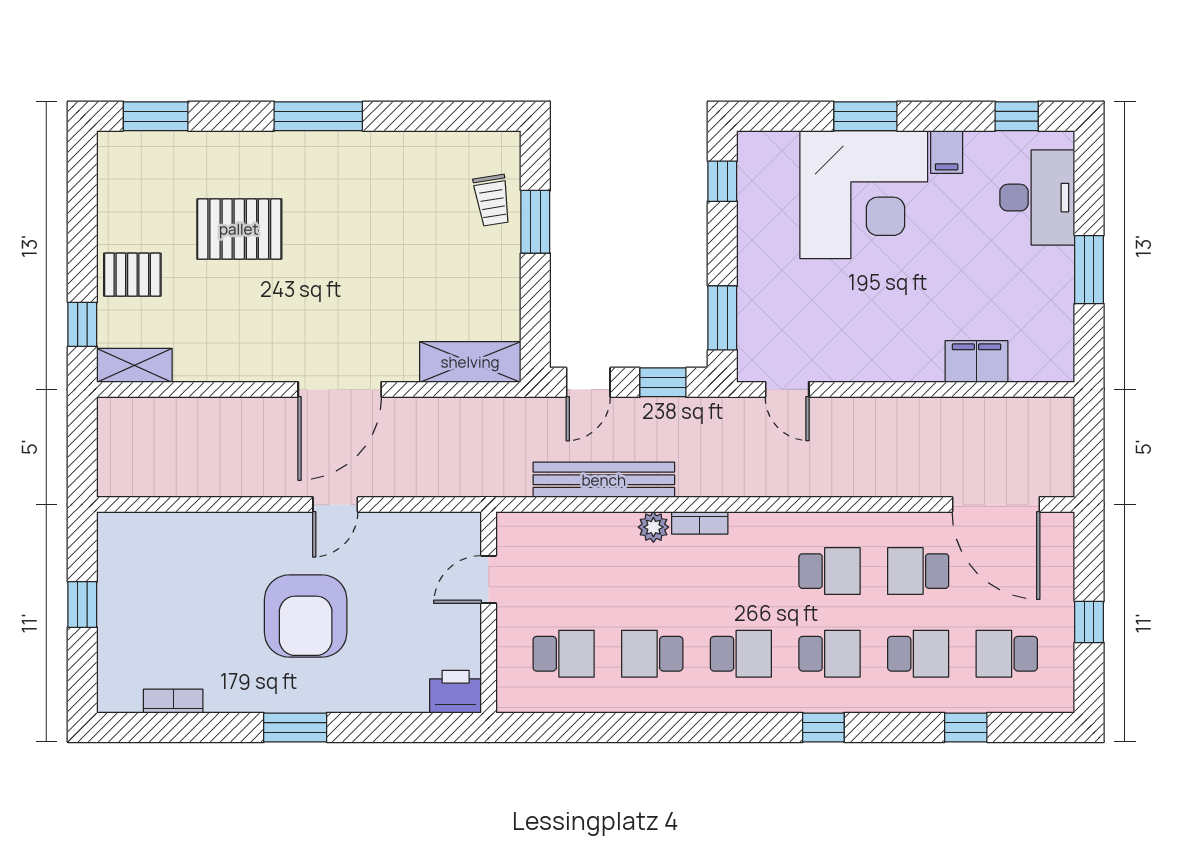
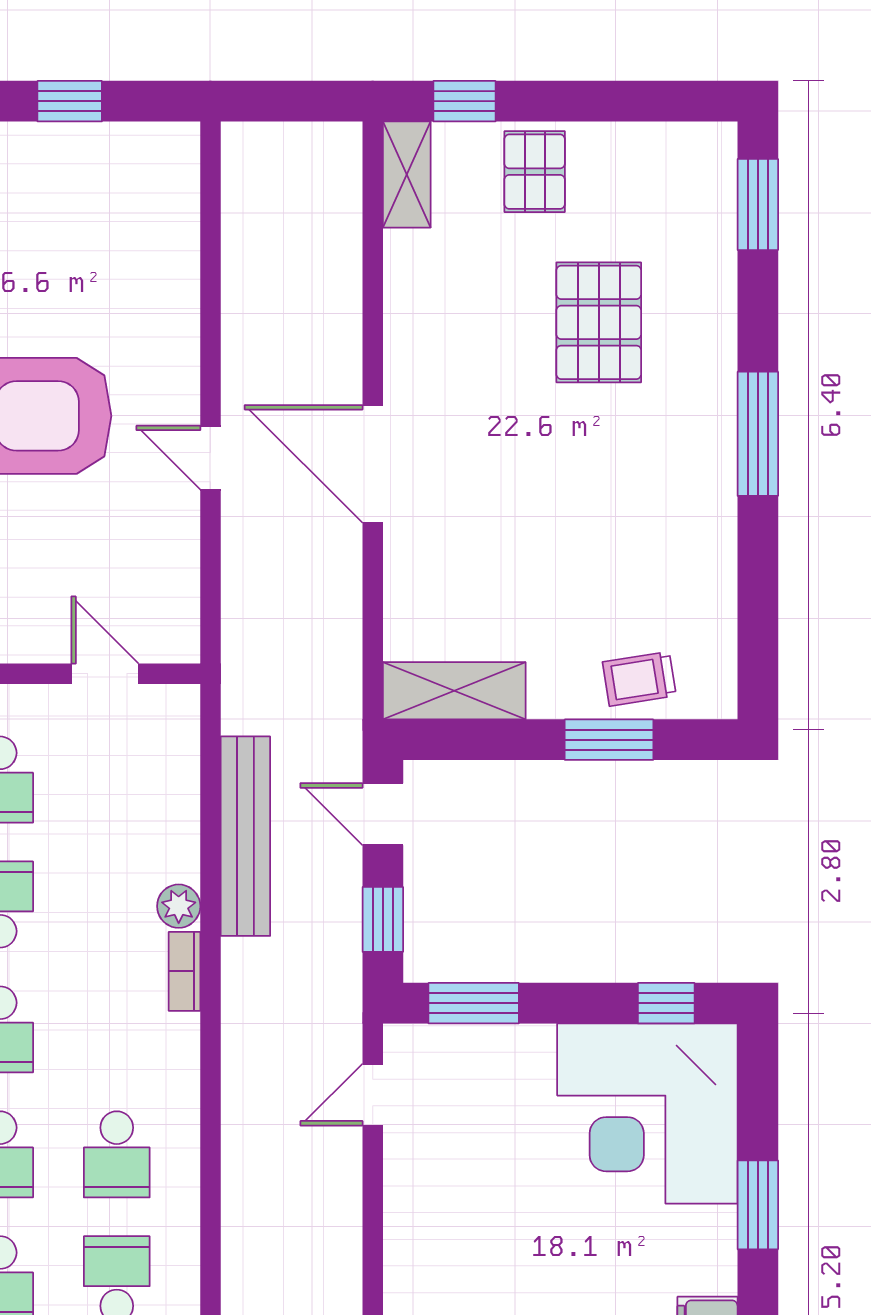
corner desk: (864, 195) -> (647, 1114), moved
shelving: (470, 362) -> (454, 691), moved, turned 90

